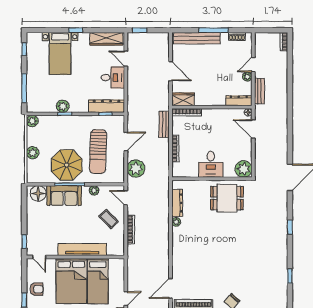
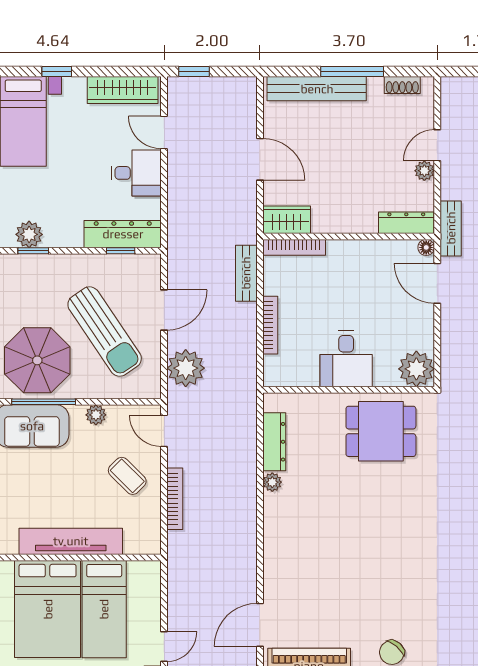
bench: (259, 91) -> (451, 228), moved
sun lounger: (98, 152) -> (105, 332), turned -36

